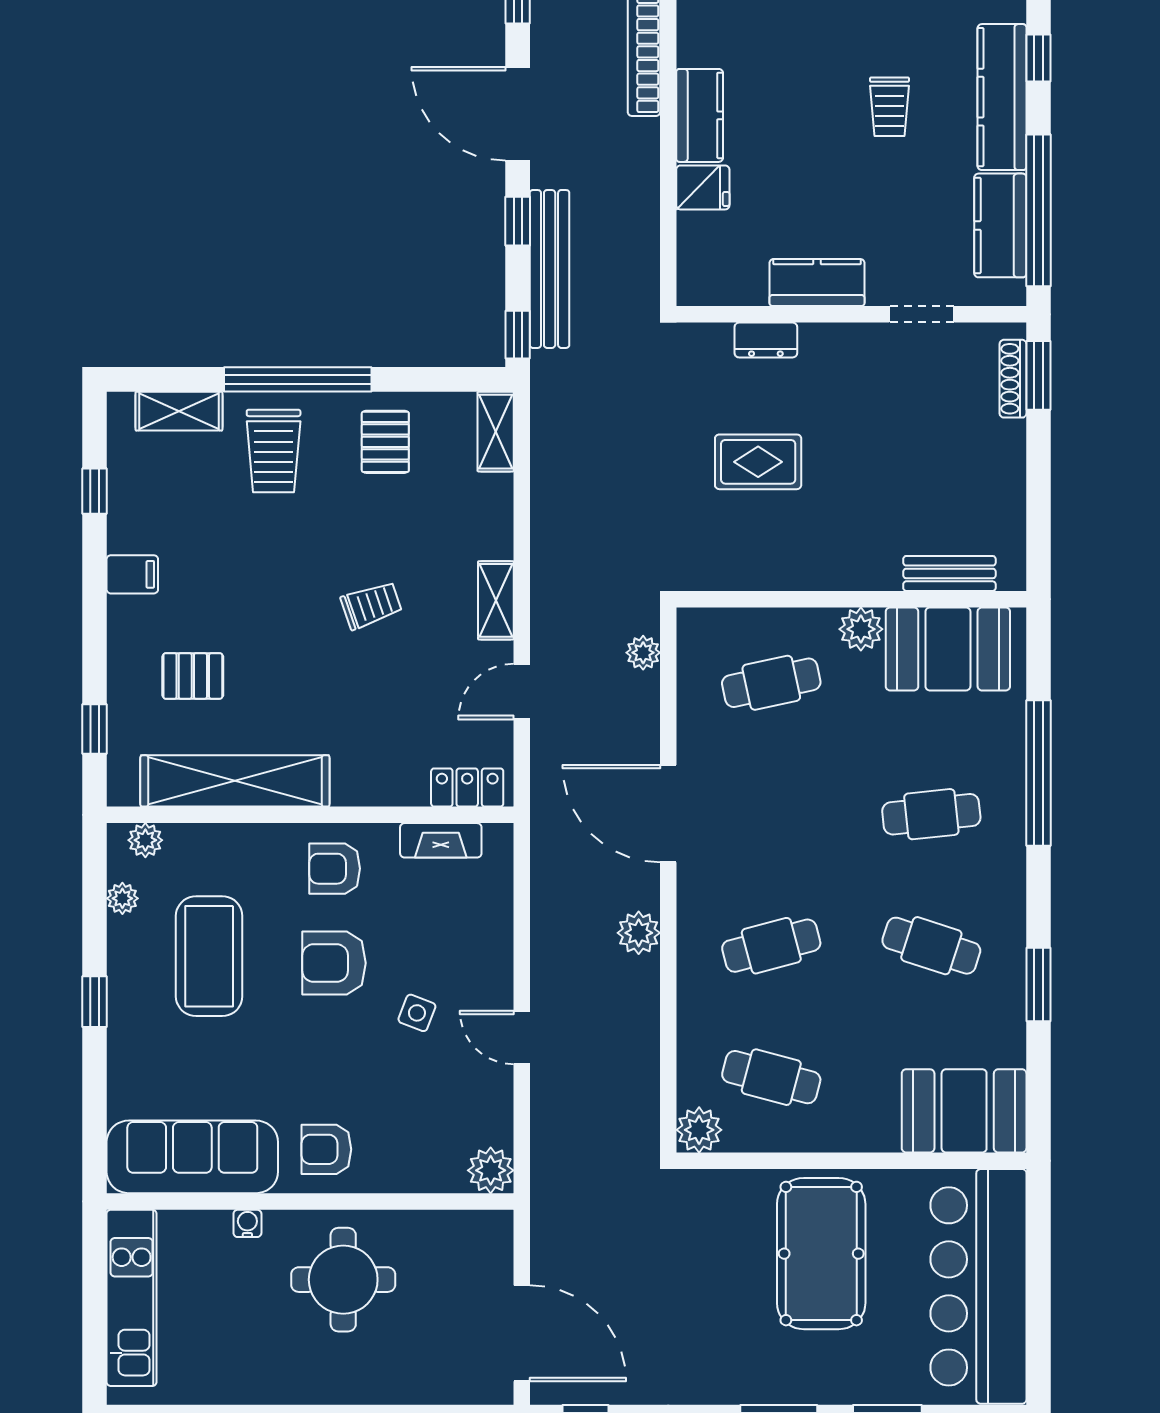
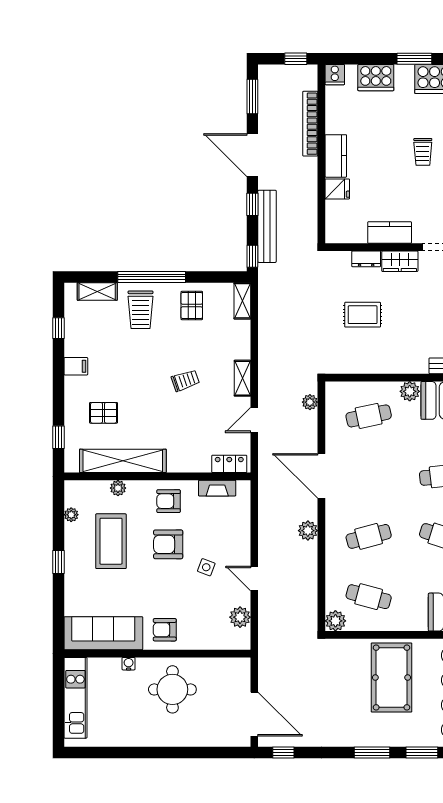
wardrobe: (839, 345) -> (400, 261), added
plant: (145, 840) -> (118, 488), moved
plant: (491, 1170) -> (240, 617), moved

